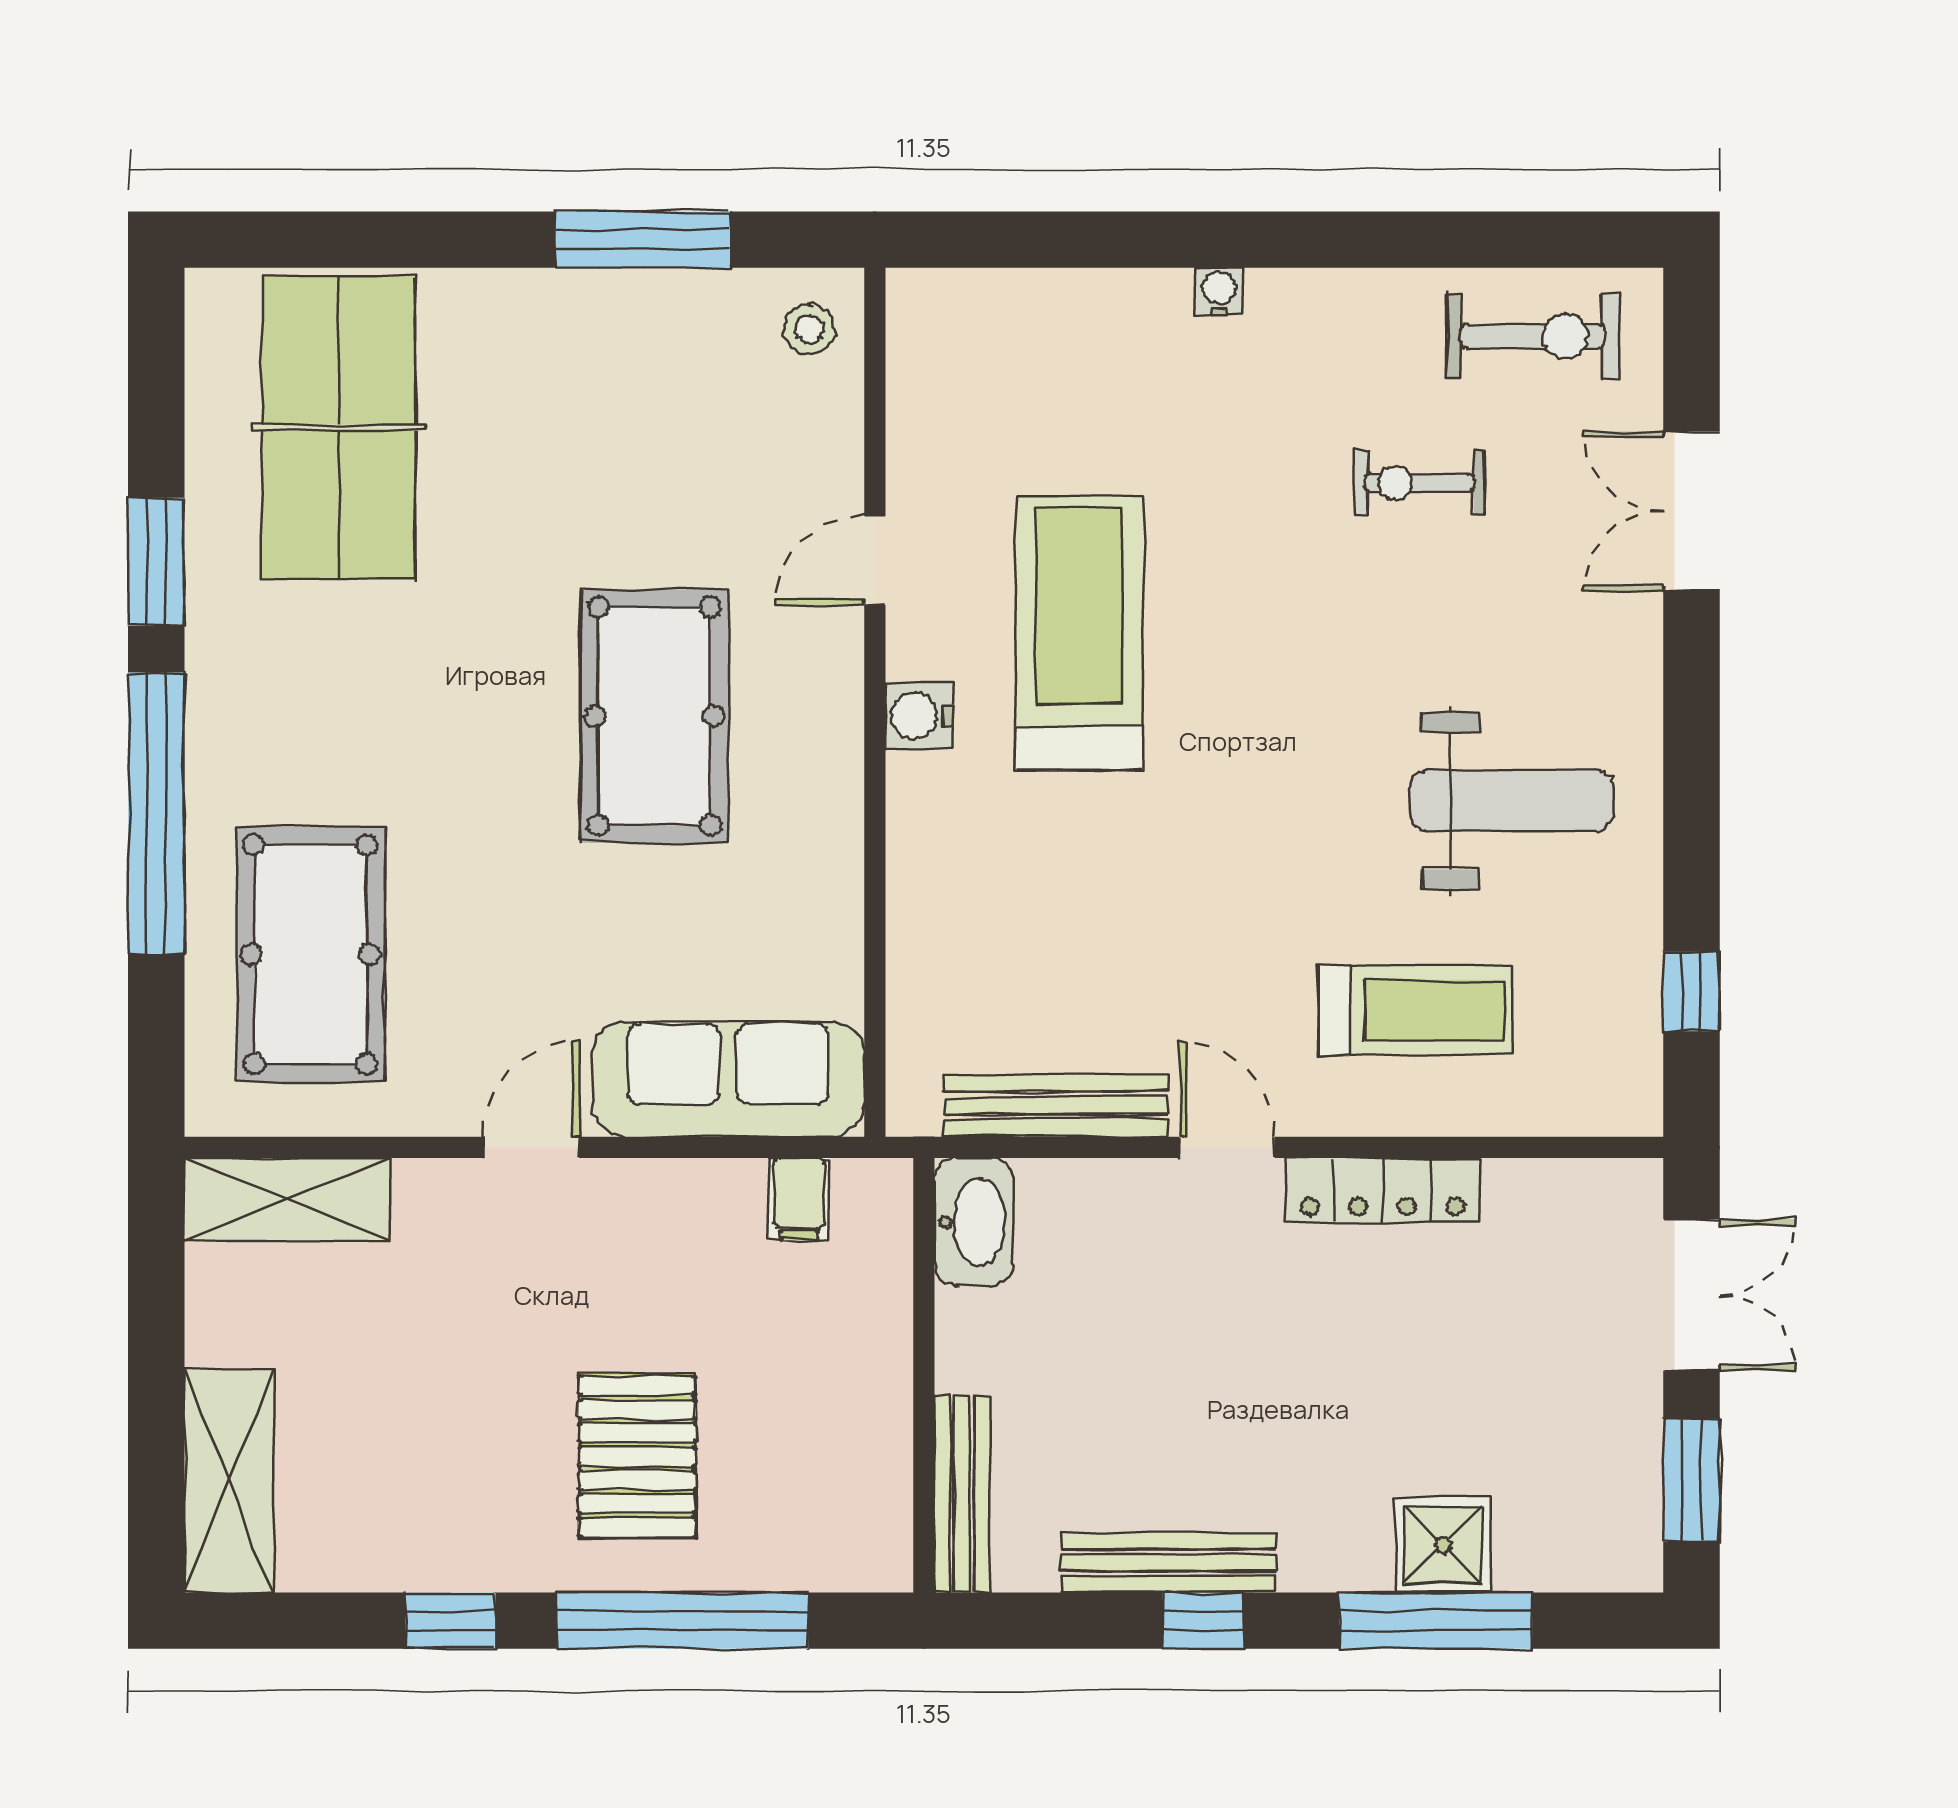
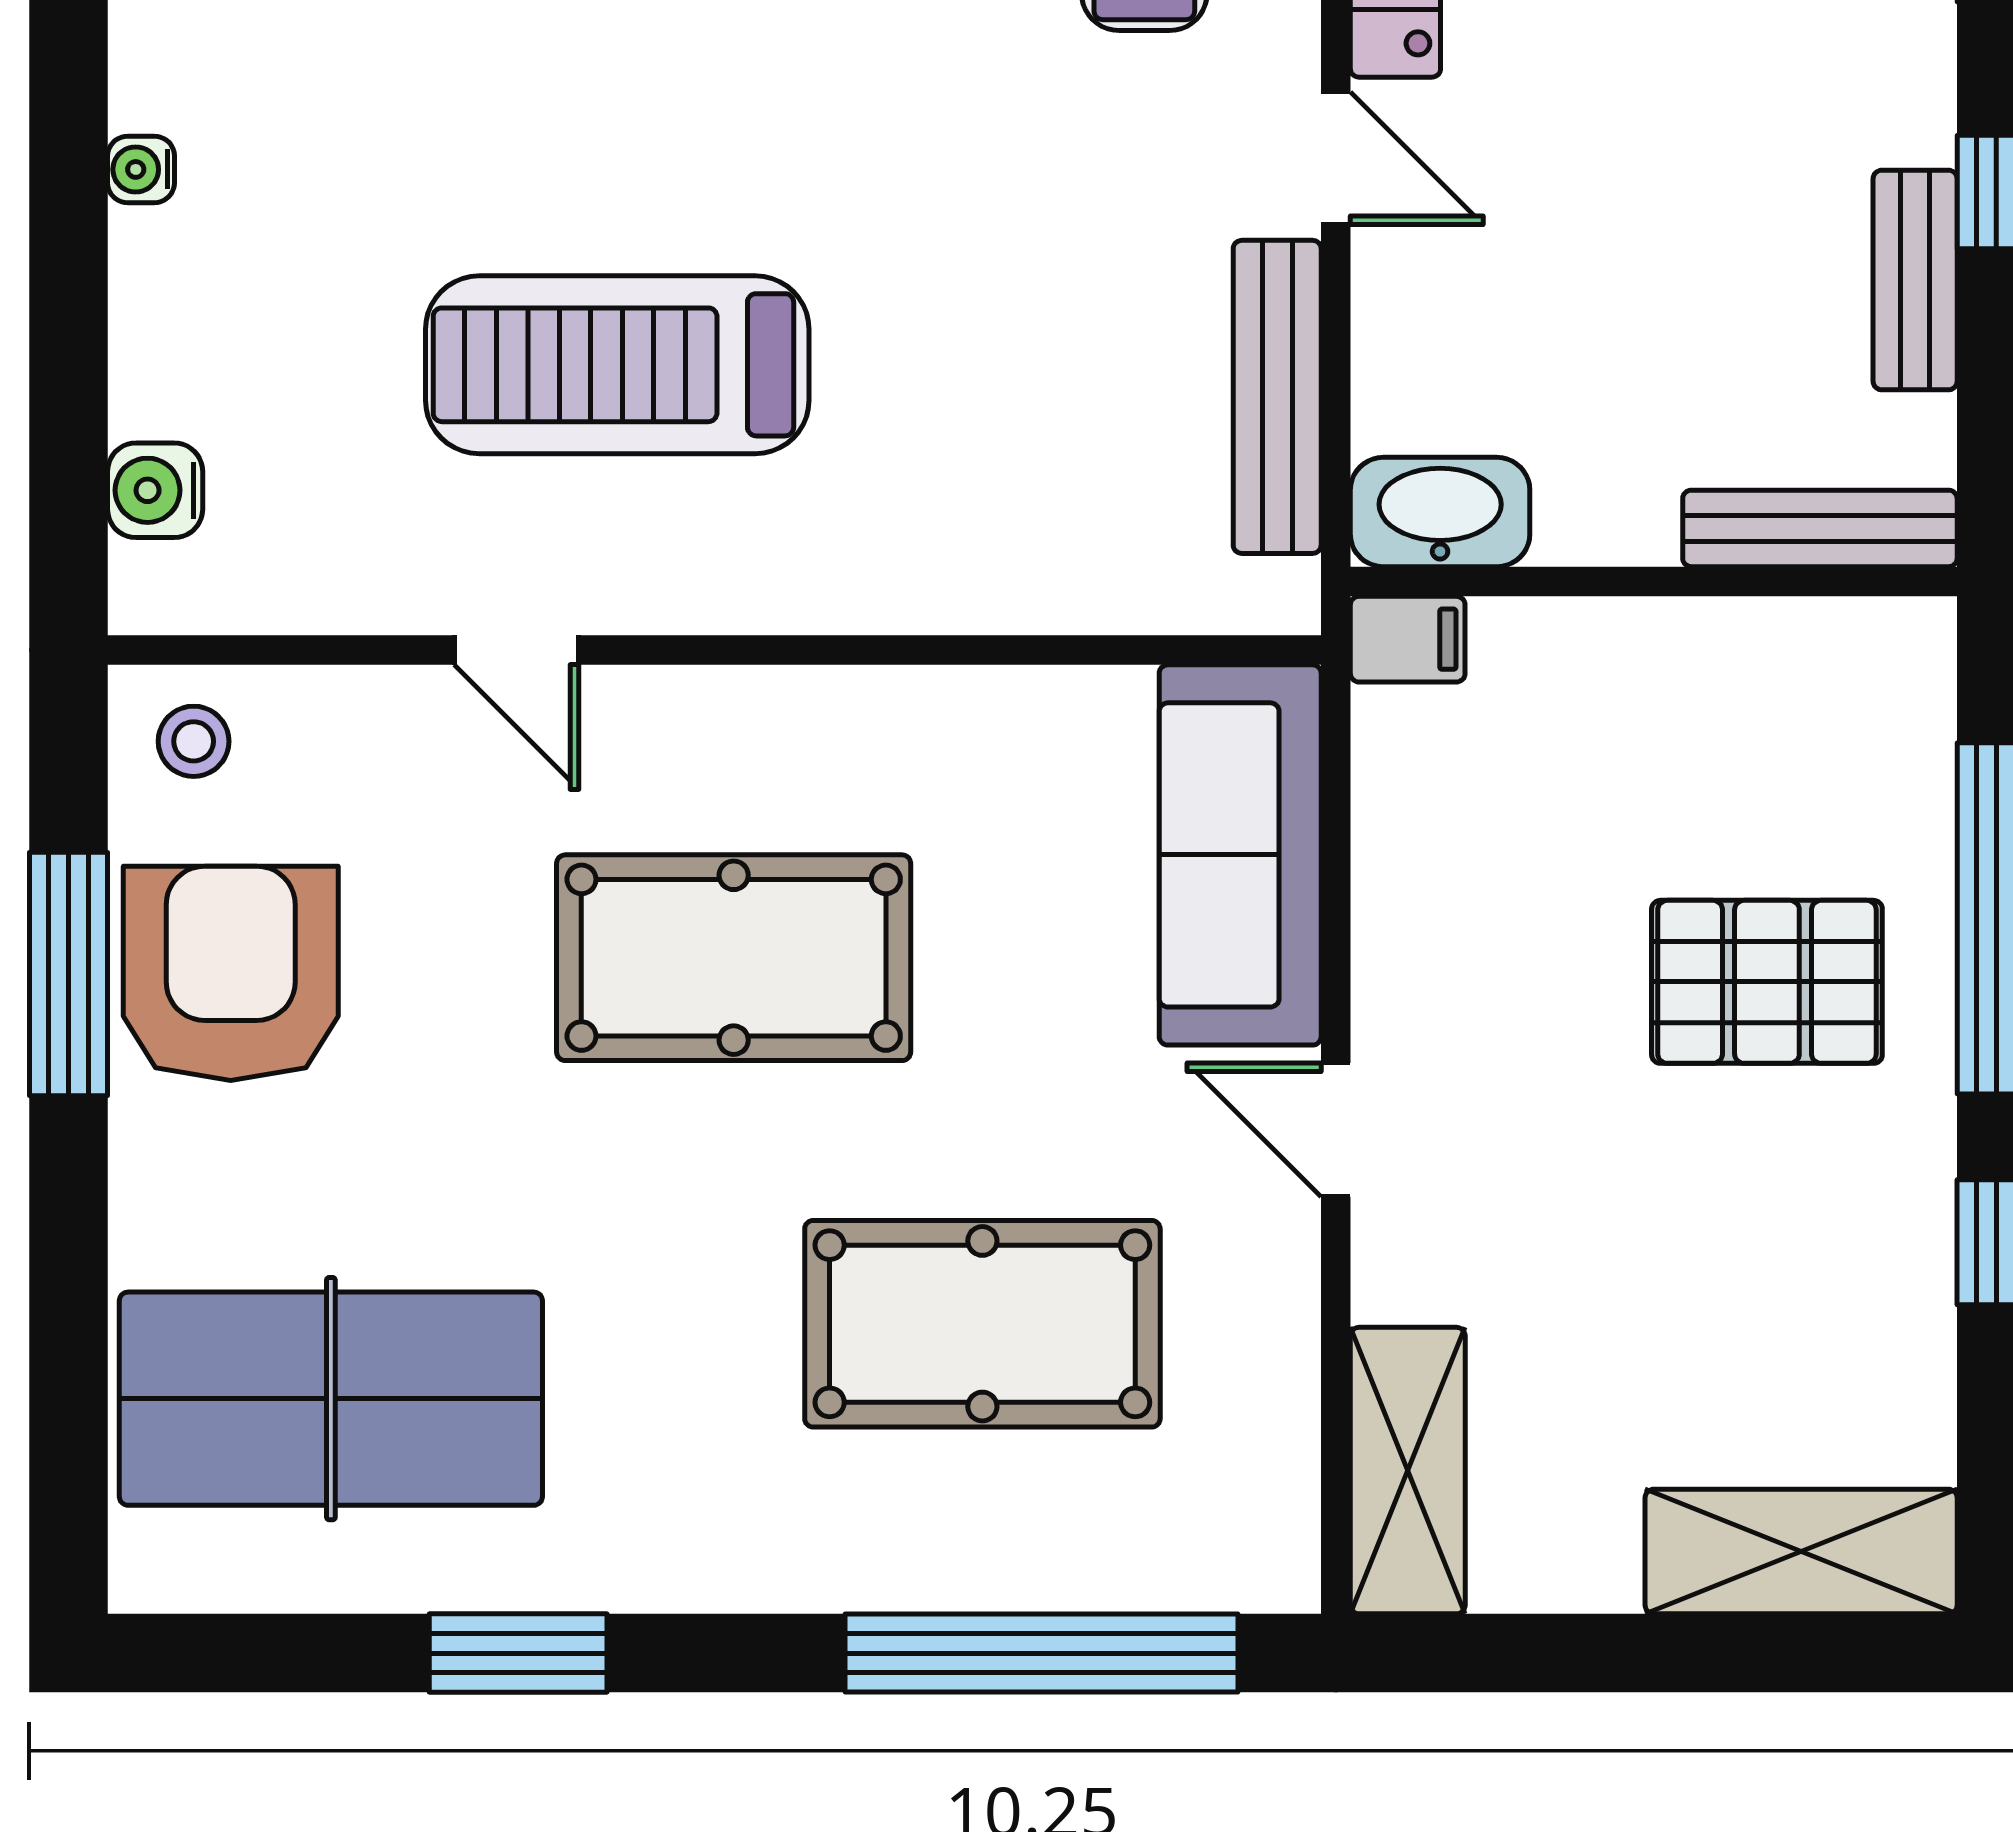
armchair: (643, 356) -> (231, 973), added
water cooler: (919, 716) -> (155, 490), moved, turned 90
window: (156, 813) -> (1042, 1653), moved
pool table: (310, 954) -> (982, 1324), moved
door: (1227, 1147) -> (1336, 158), swing flipped
filing cabinet: (799, 1199) -> (1408, 639), moved
bench: (1169, 1563) -> (1915, 280), width x0.73

